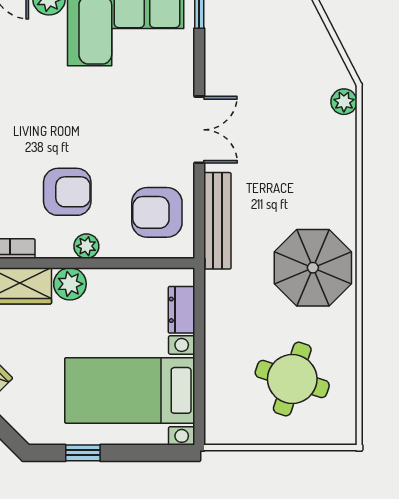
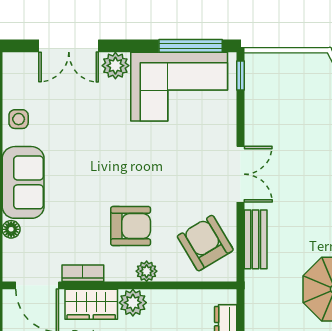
armchair: (157, 212) -> (205, 243), turned 59
bench: (217, 221) -> (256, 239), width x0.73

